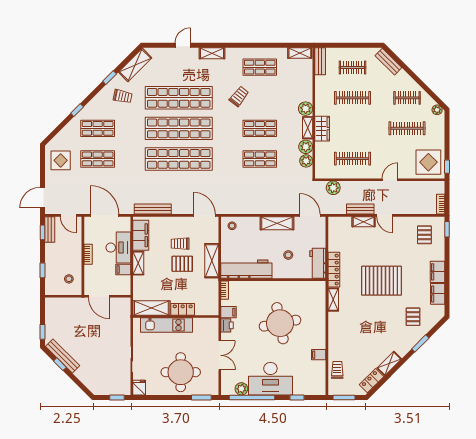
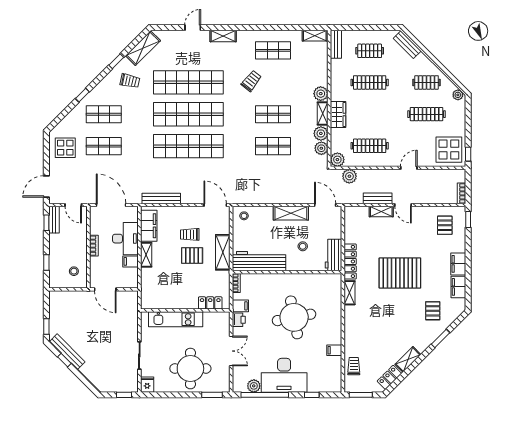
plant: (322, 172) -> (337, 160), added
shelving: (151, 308) -> (160, 302), removed
locker: (183, 309) -> (210, 303), moved

